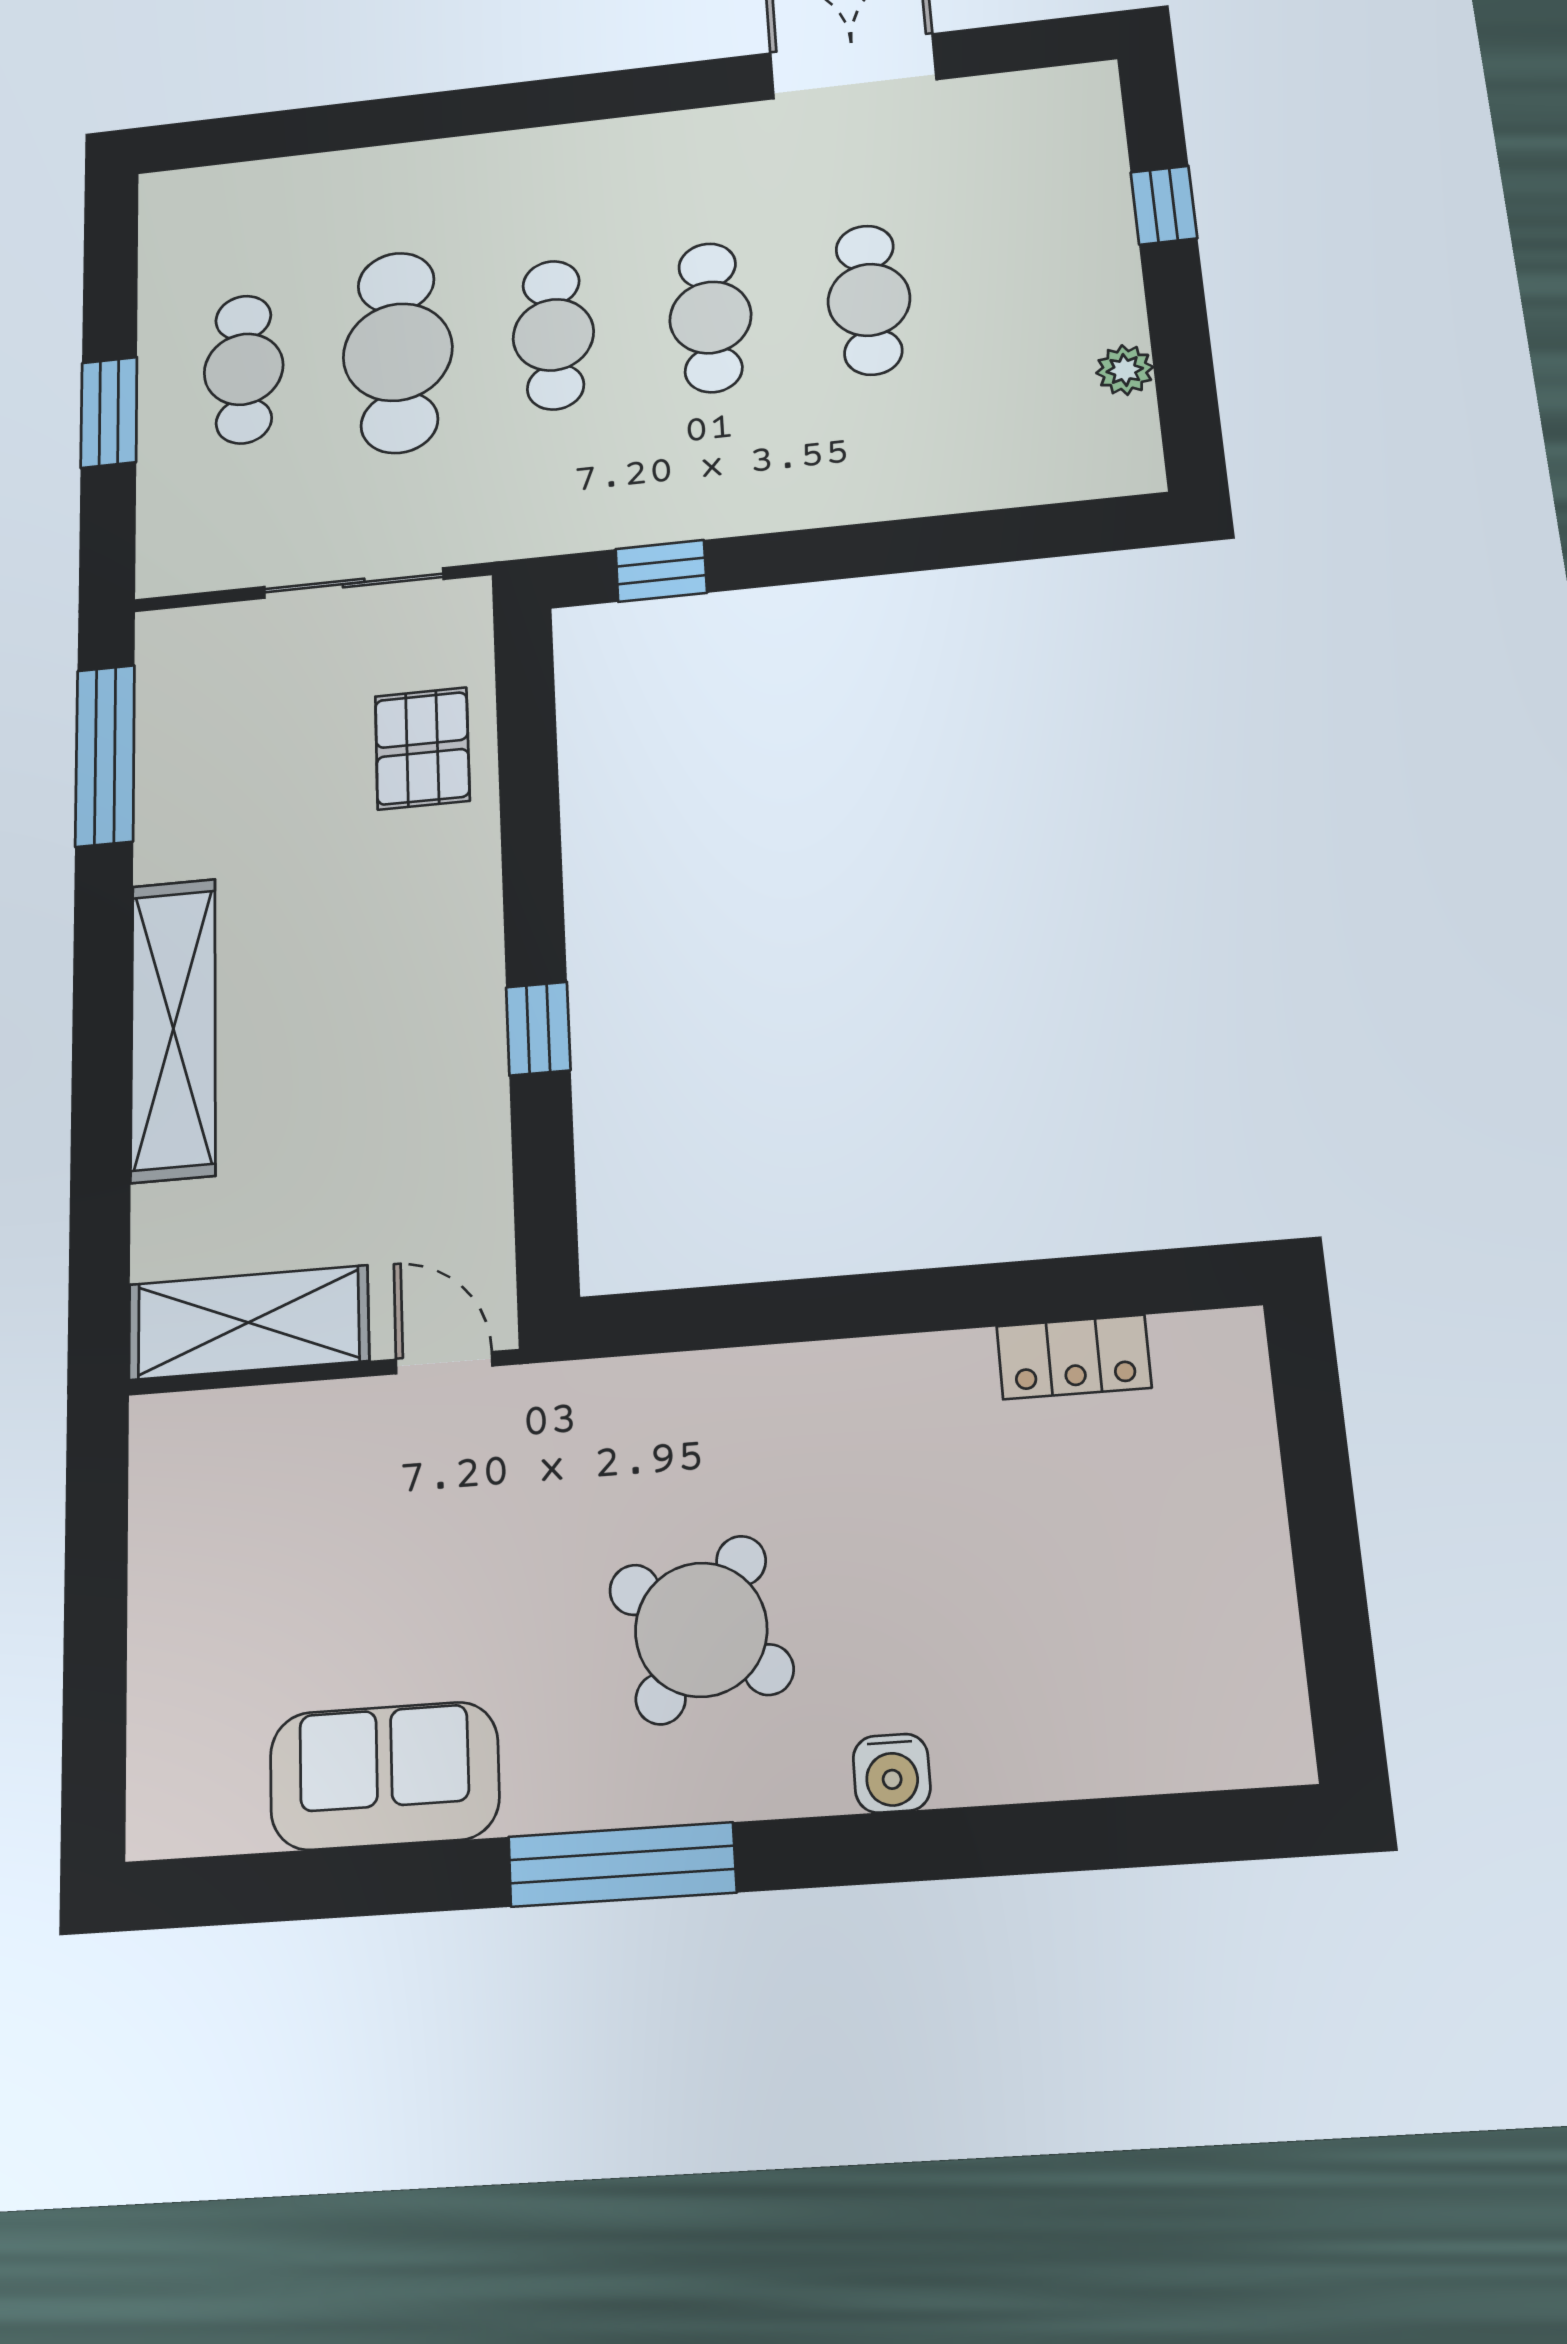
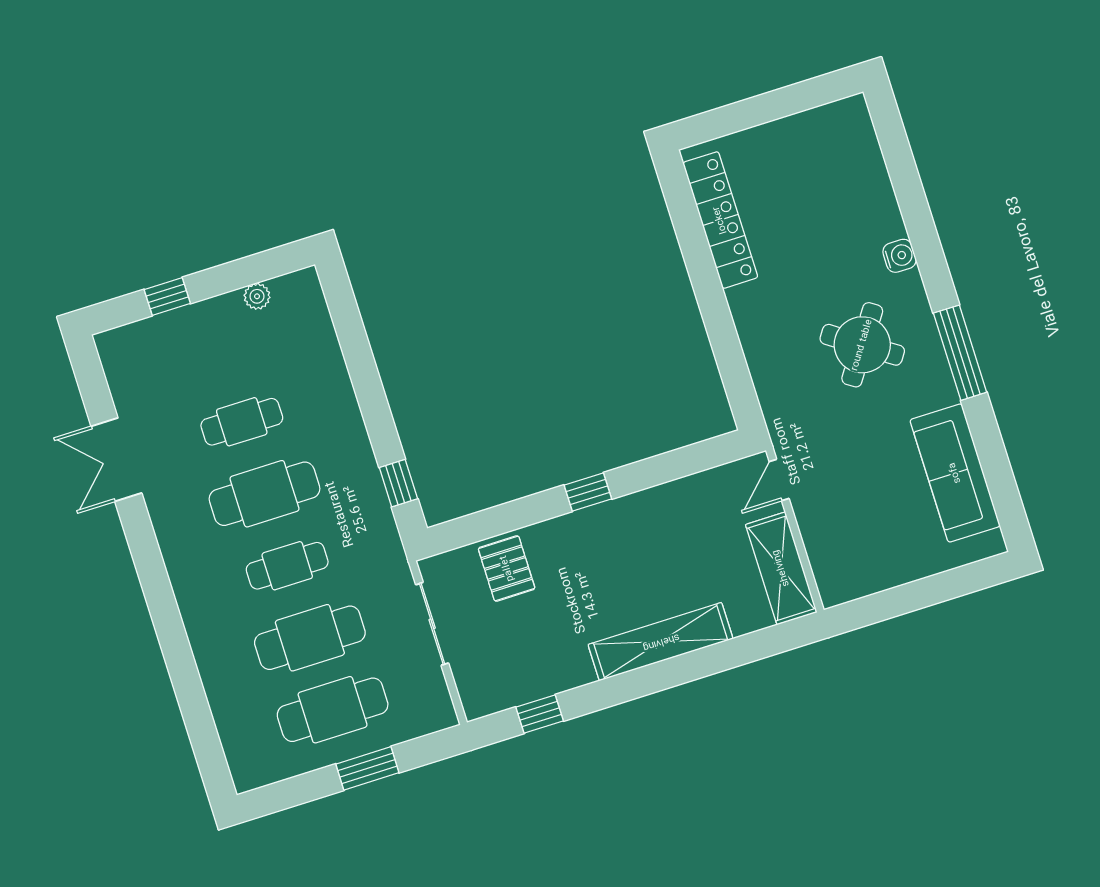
cafe table: (710, 317) -> (264, 494), width x1.37, depth x1.35
cafe table: (244, 369) -> (333, 710), width x1.37, depth x1.35
pallet: (422, 748) -> (507, 568), turned 90
window: (105, 755) -> (540, 714), width x0.46
window: (538, 1029) -> (588, 492), moved
locker: (1074, 1357) -> (720, 220), width x2.16, depth x1.21
sofa: (384, 1776) -> (955, 473), width x1.36

